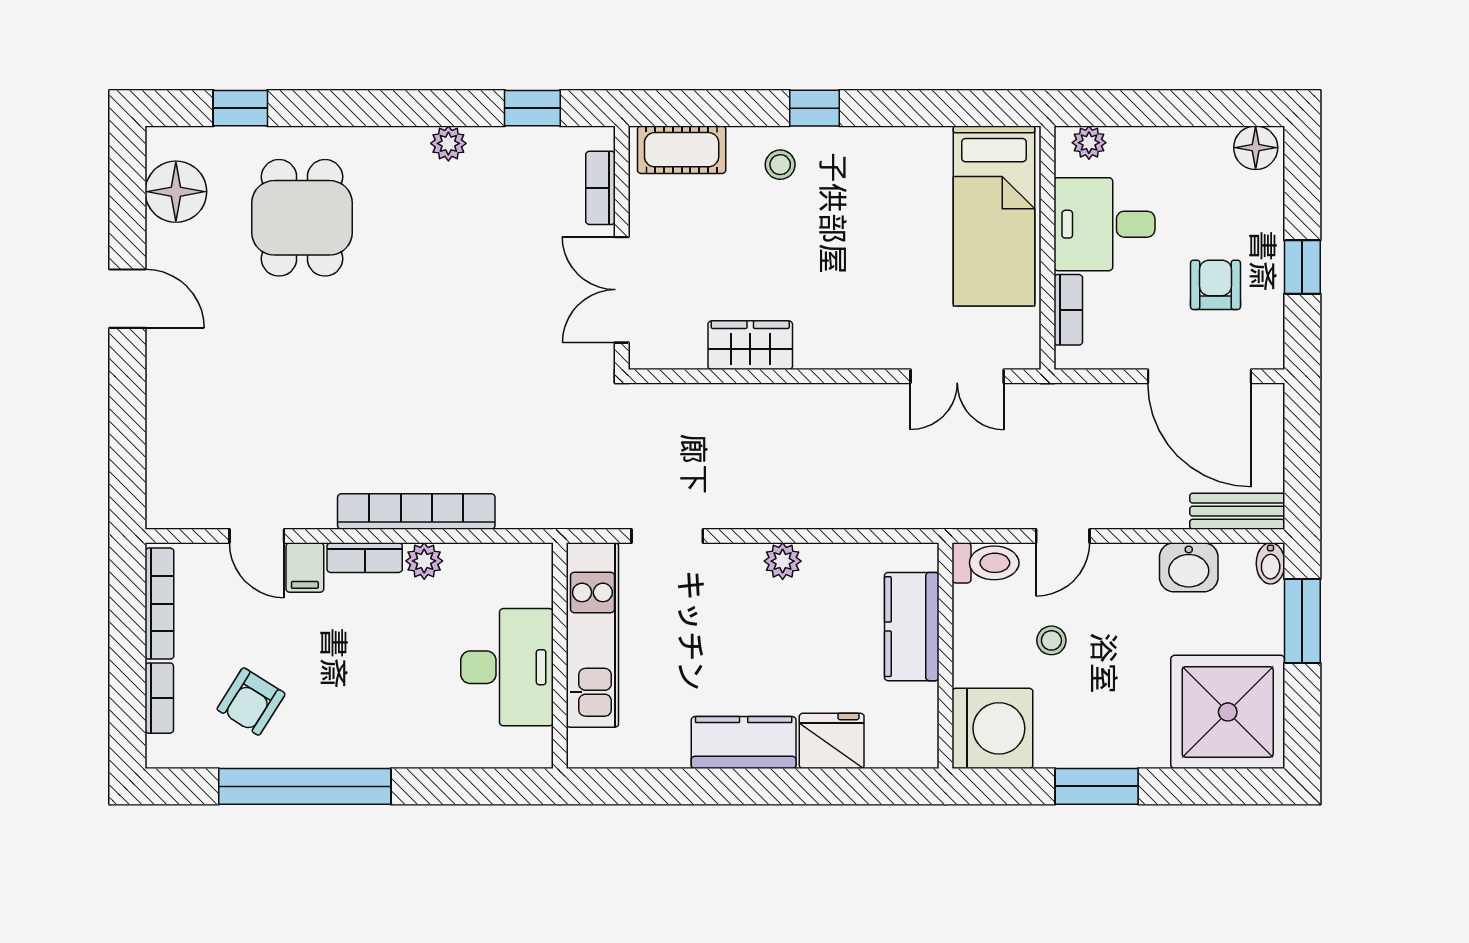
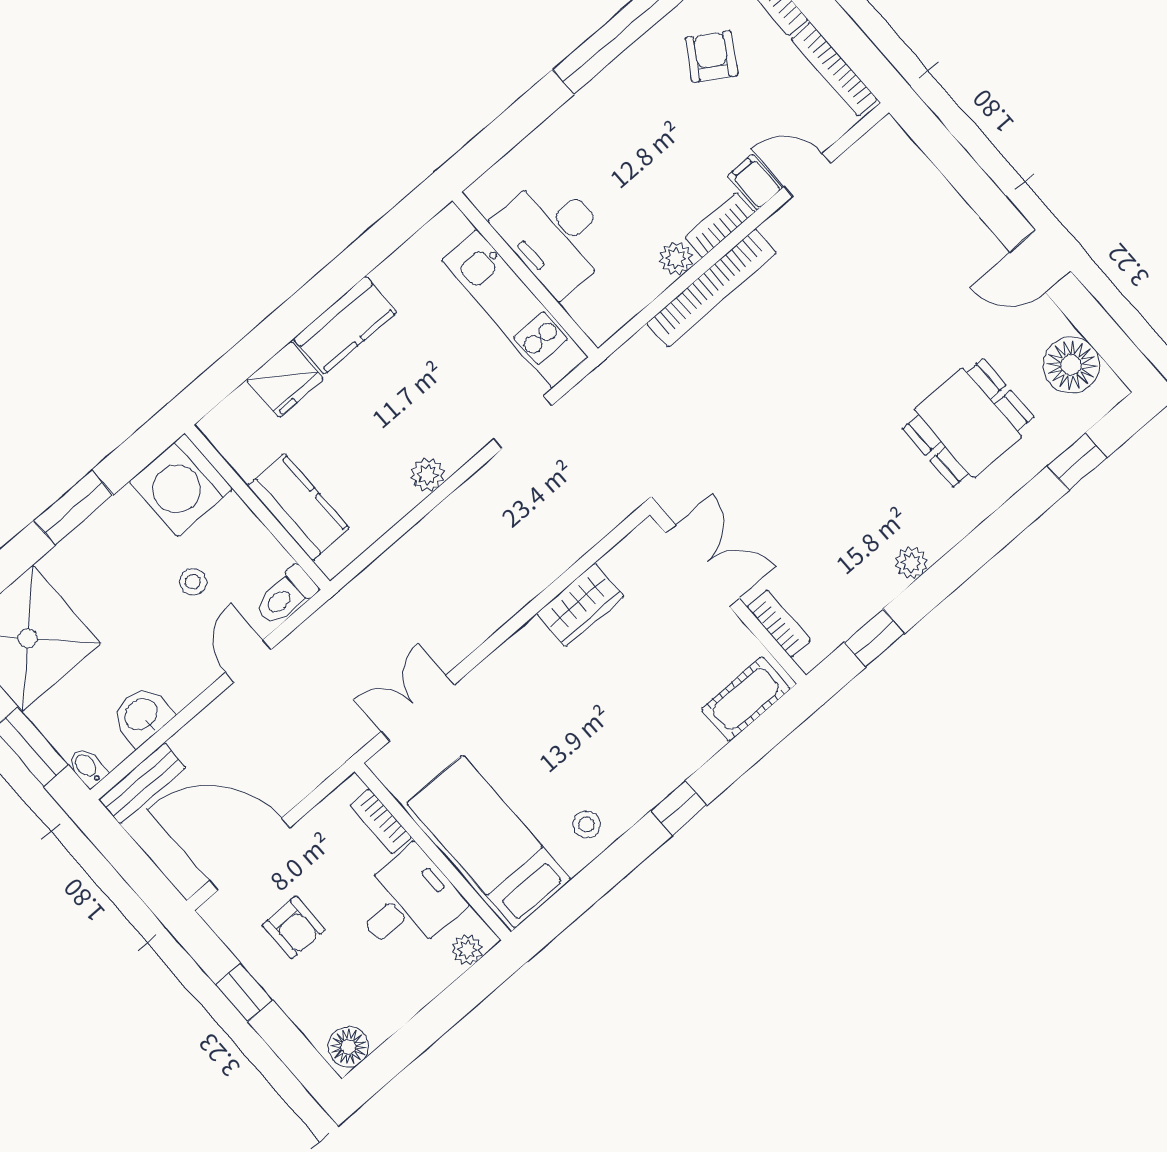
stool: (780, 165) -> (587, 825), moved
dining table: (302, 218) -> (968, 423), turned 90

